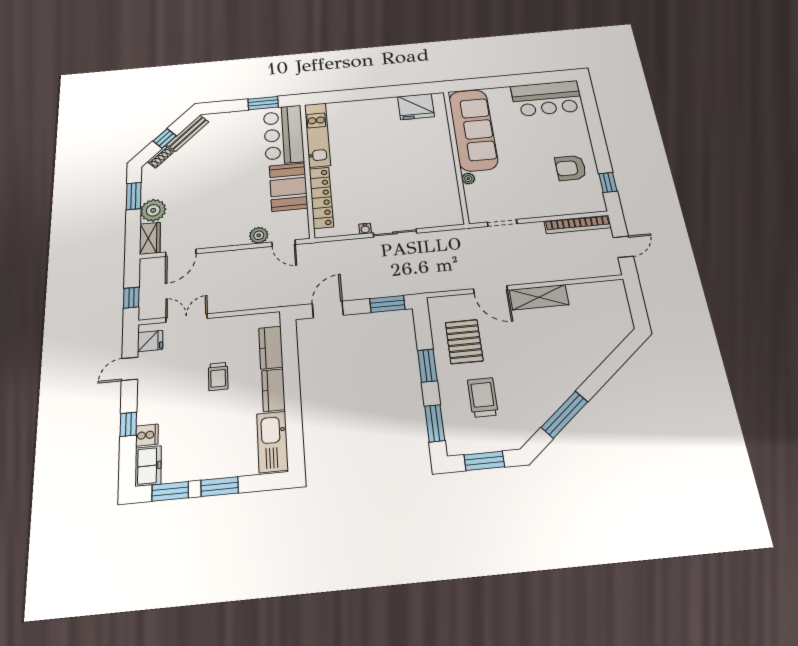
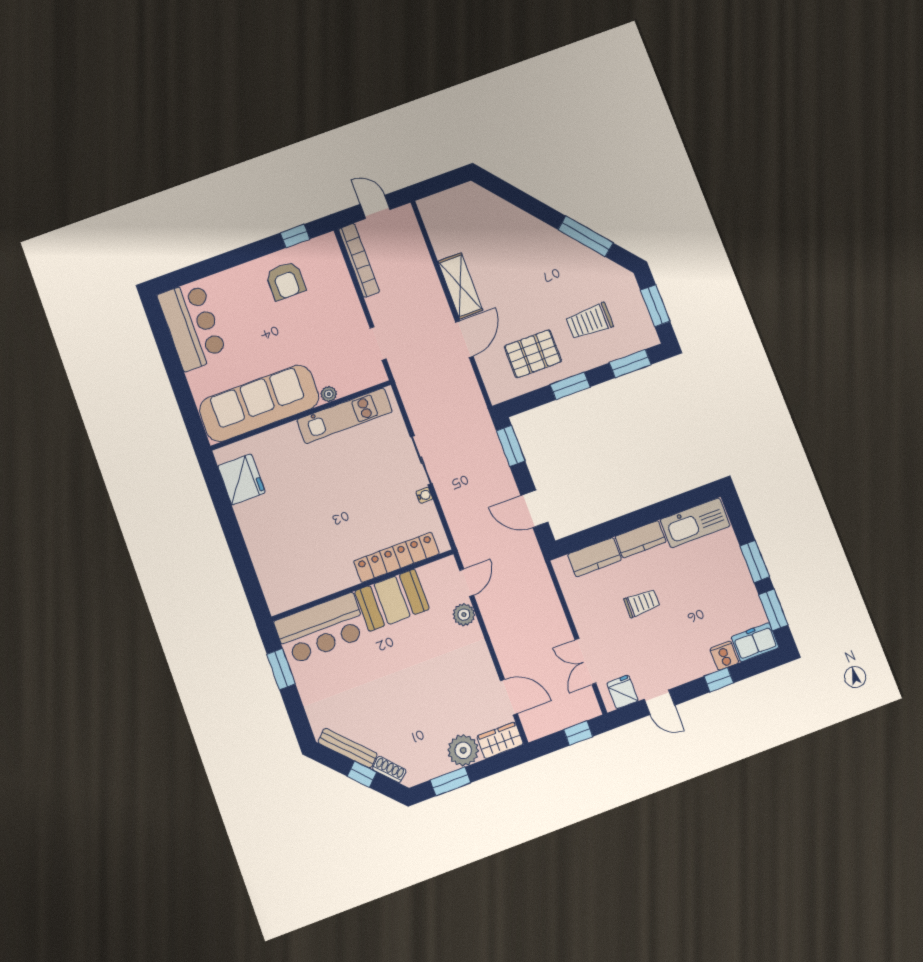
kitchen unit: (317, 135) -> (345, 416), moved, turned 180

